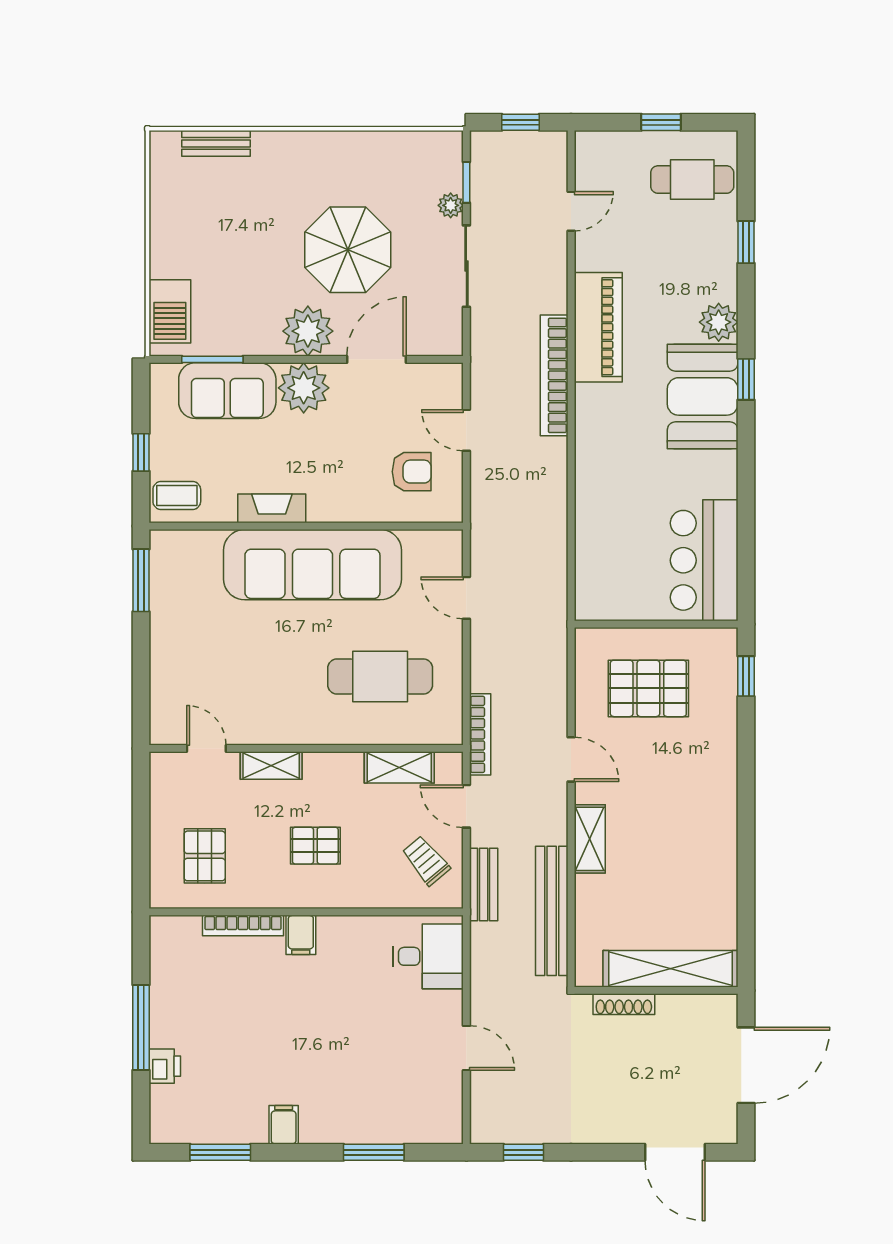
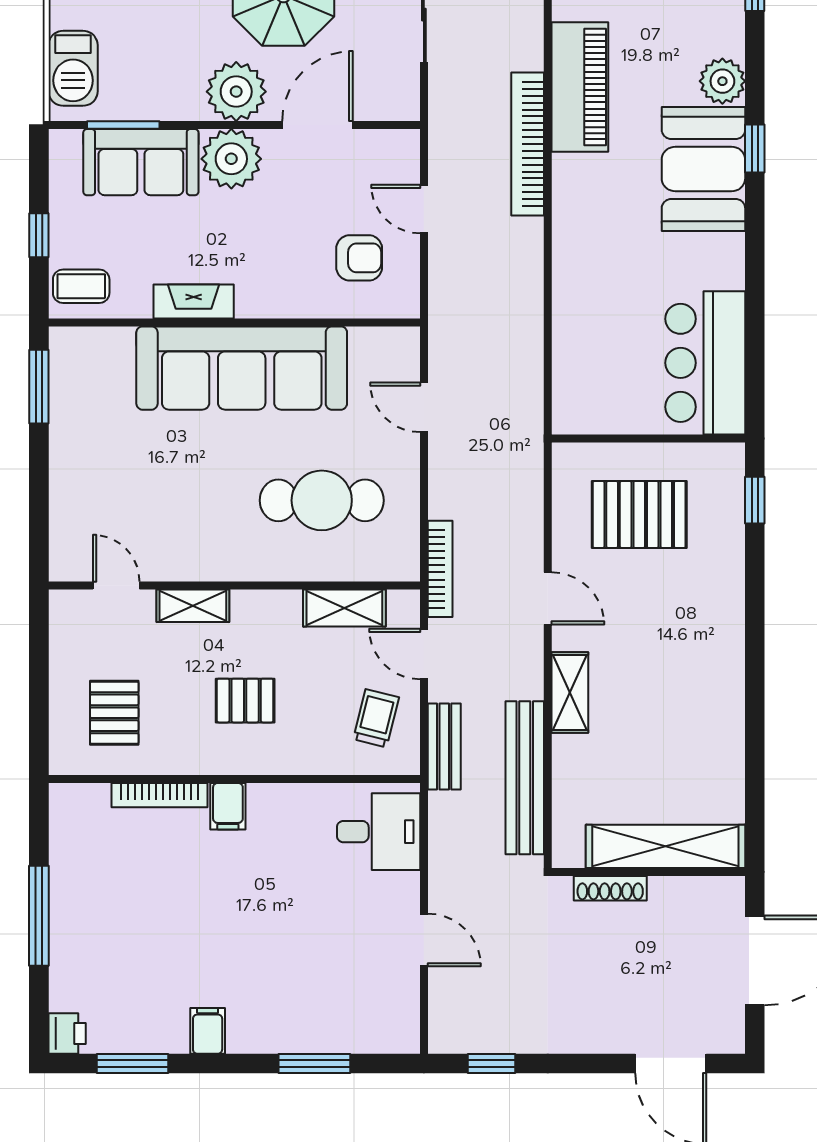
trolley: (426, 861) -> (376, 718), turned 54
printer: (165, 1066) -> (67, 1033), moved

